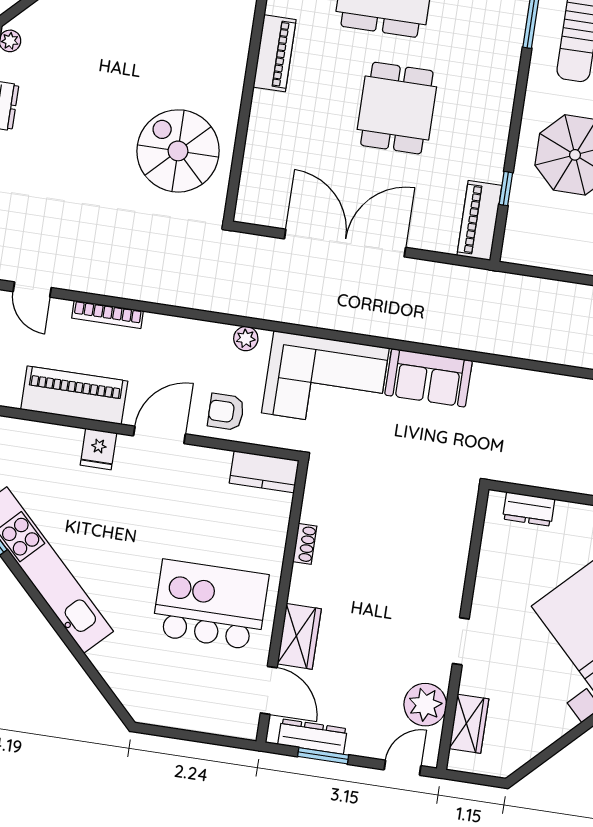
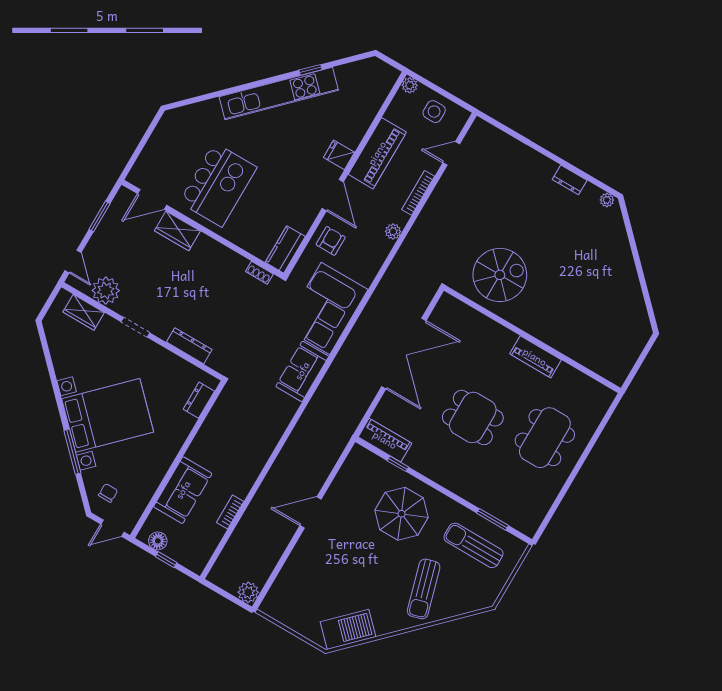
plant: (246, 339) -> (393, 231), moved
shoe rack: (305, 544) -> (259, 273), moved
dresser: (312, 737) -> (189, 346), moved, turned -90

